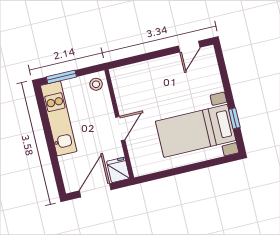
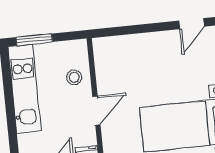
stool: (96, 84) -> (74, 77), moved

